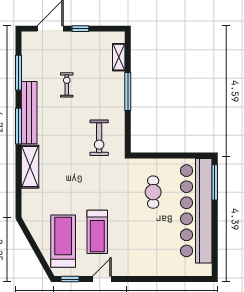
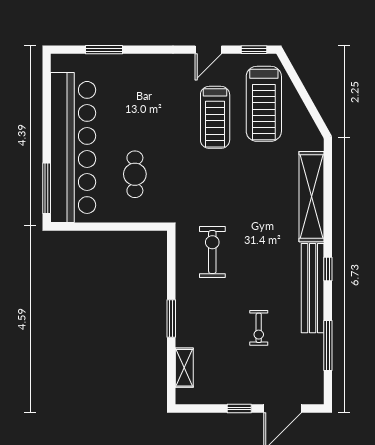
window: (128, 91) -> (171, 319), width x0.69
window: (19, 126) -> (328, 269), width x0.46
shelving: (30, 167) -> (311, 197), width x1.47
treadmill: (97, 232) -> (215, 117), turned 180
window: (175, 279) -> (104, 50), added

